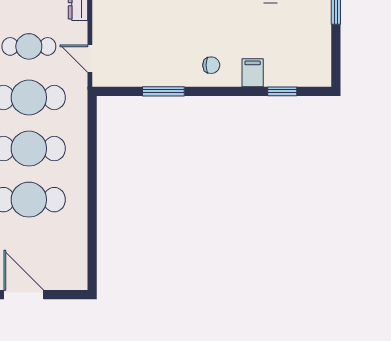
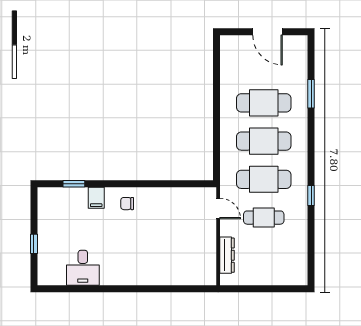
window: (163, 91) -> (163, 184), removed

